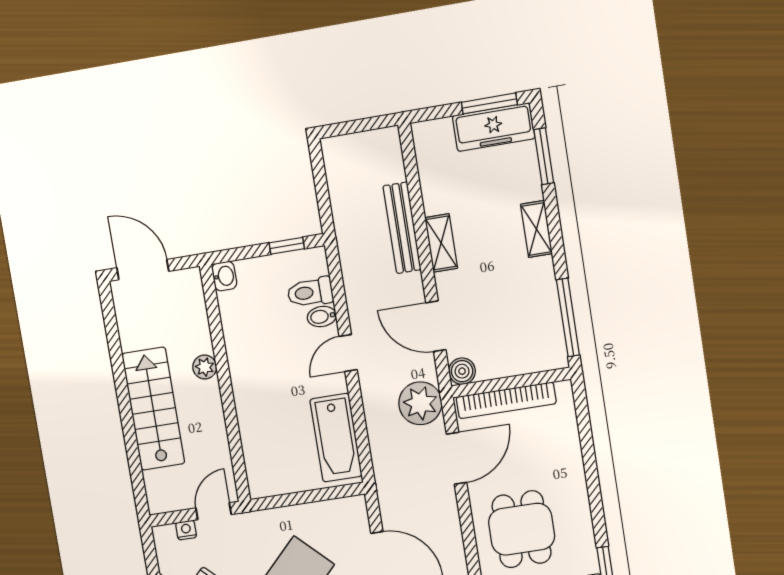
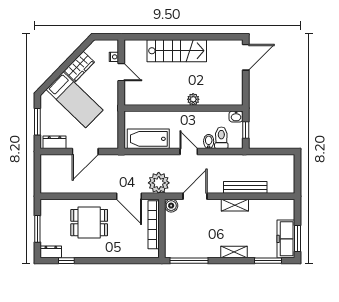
washbasin: (224, 276) -> (236, 117), moved
plant: (205, 367) -> (193, 99), moved
wall: (225, 384) -> (184, 108), moved

